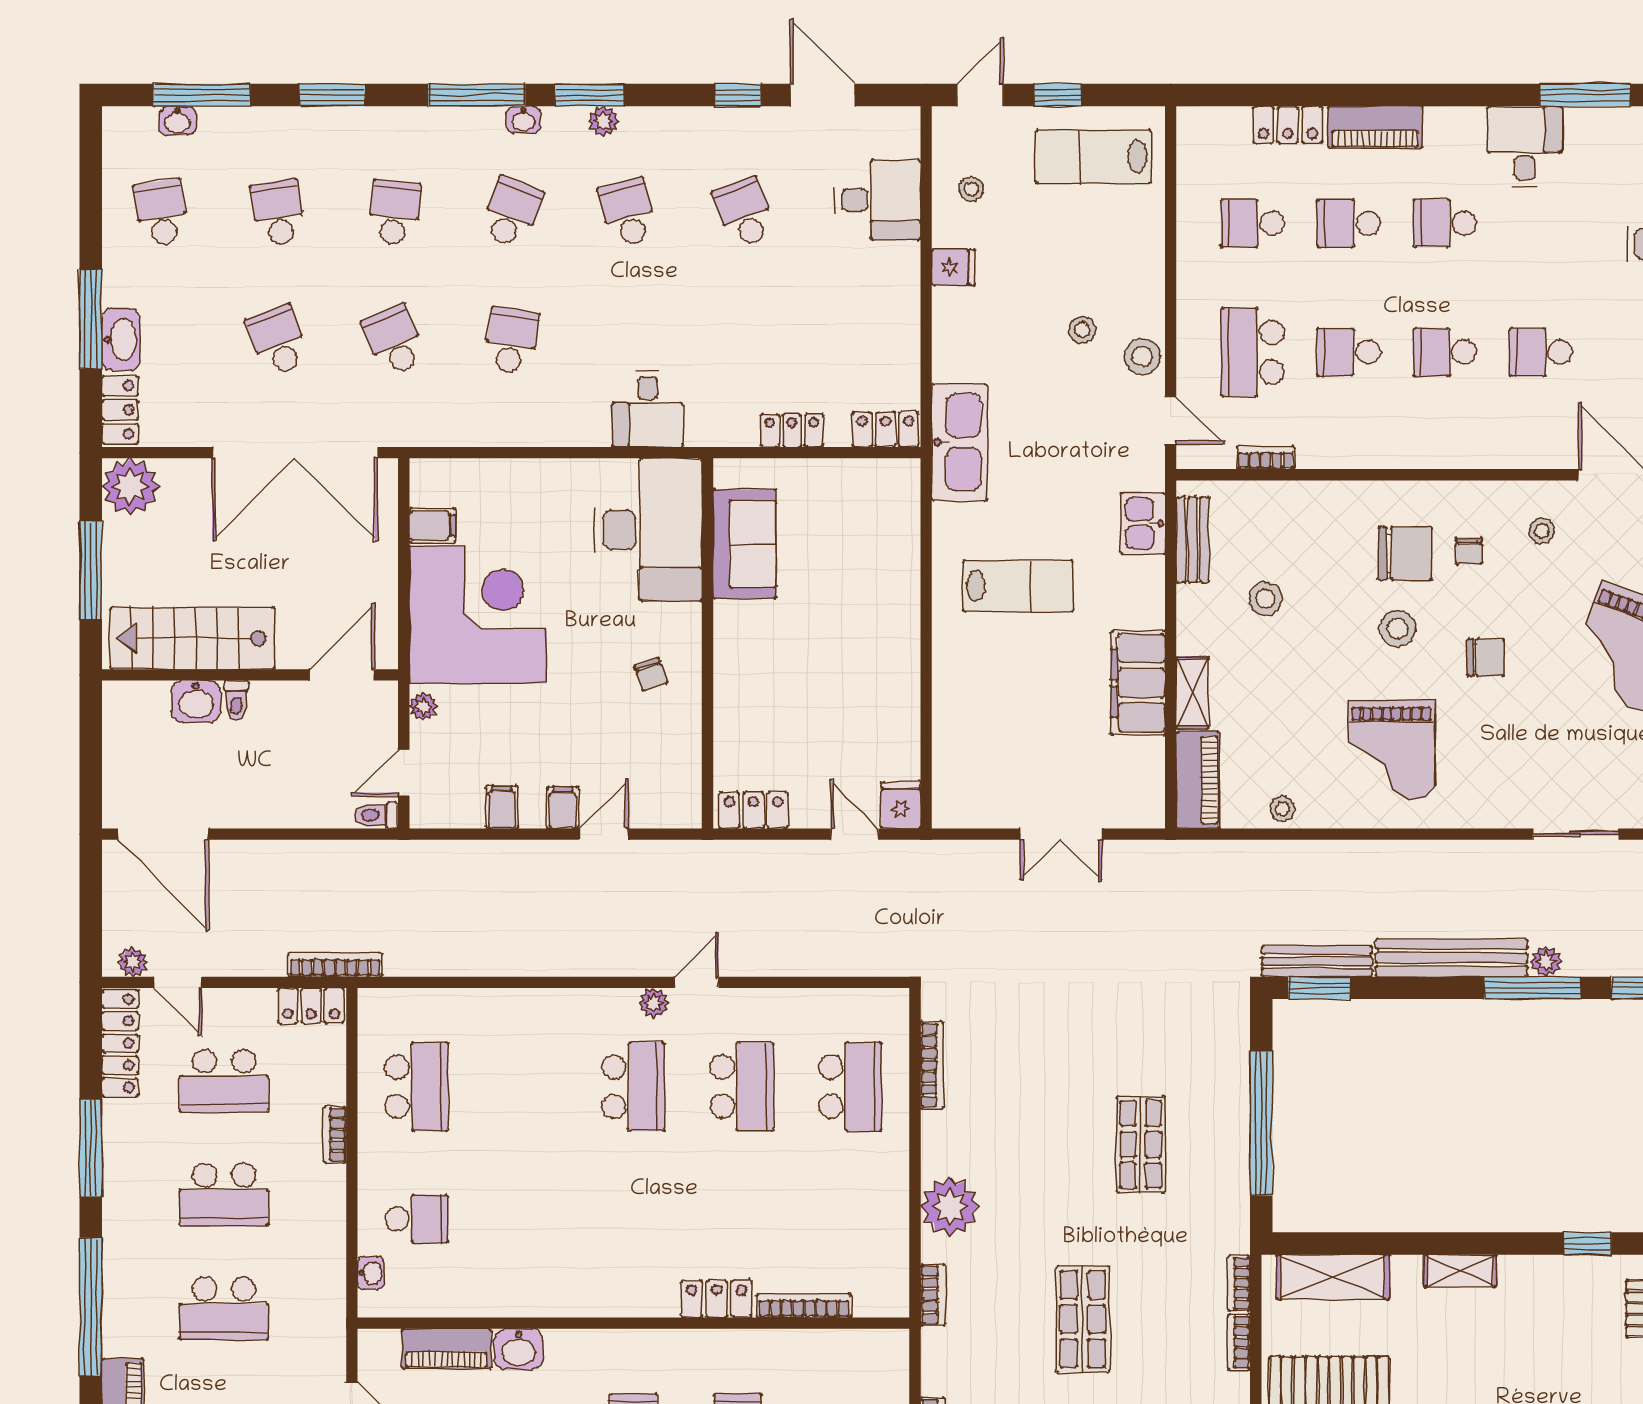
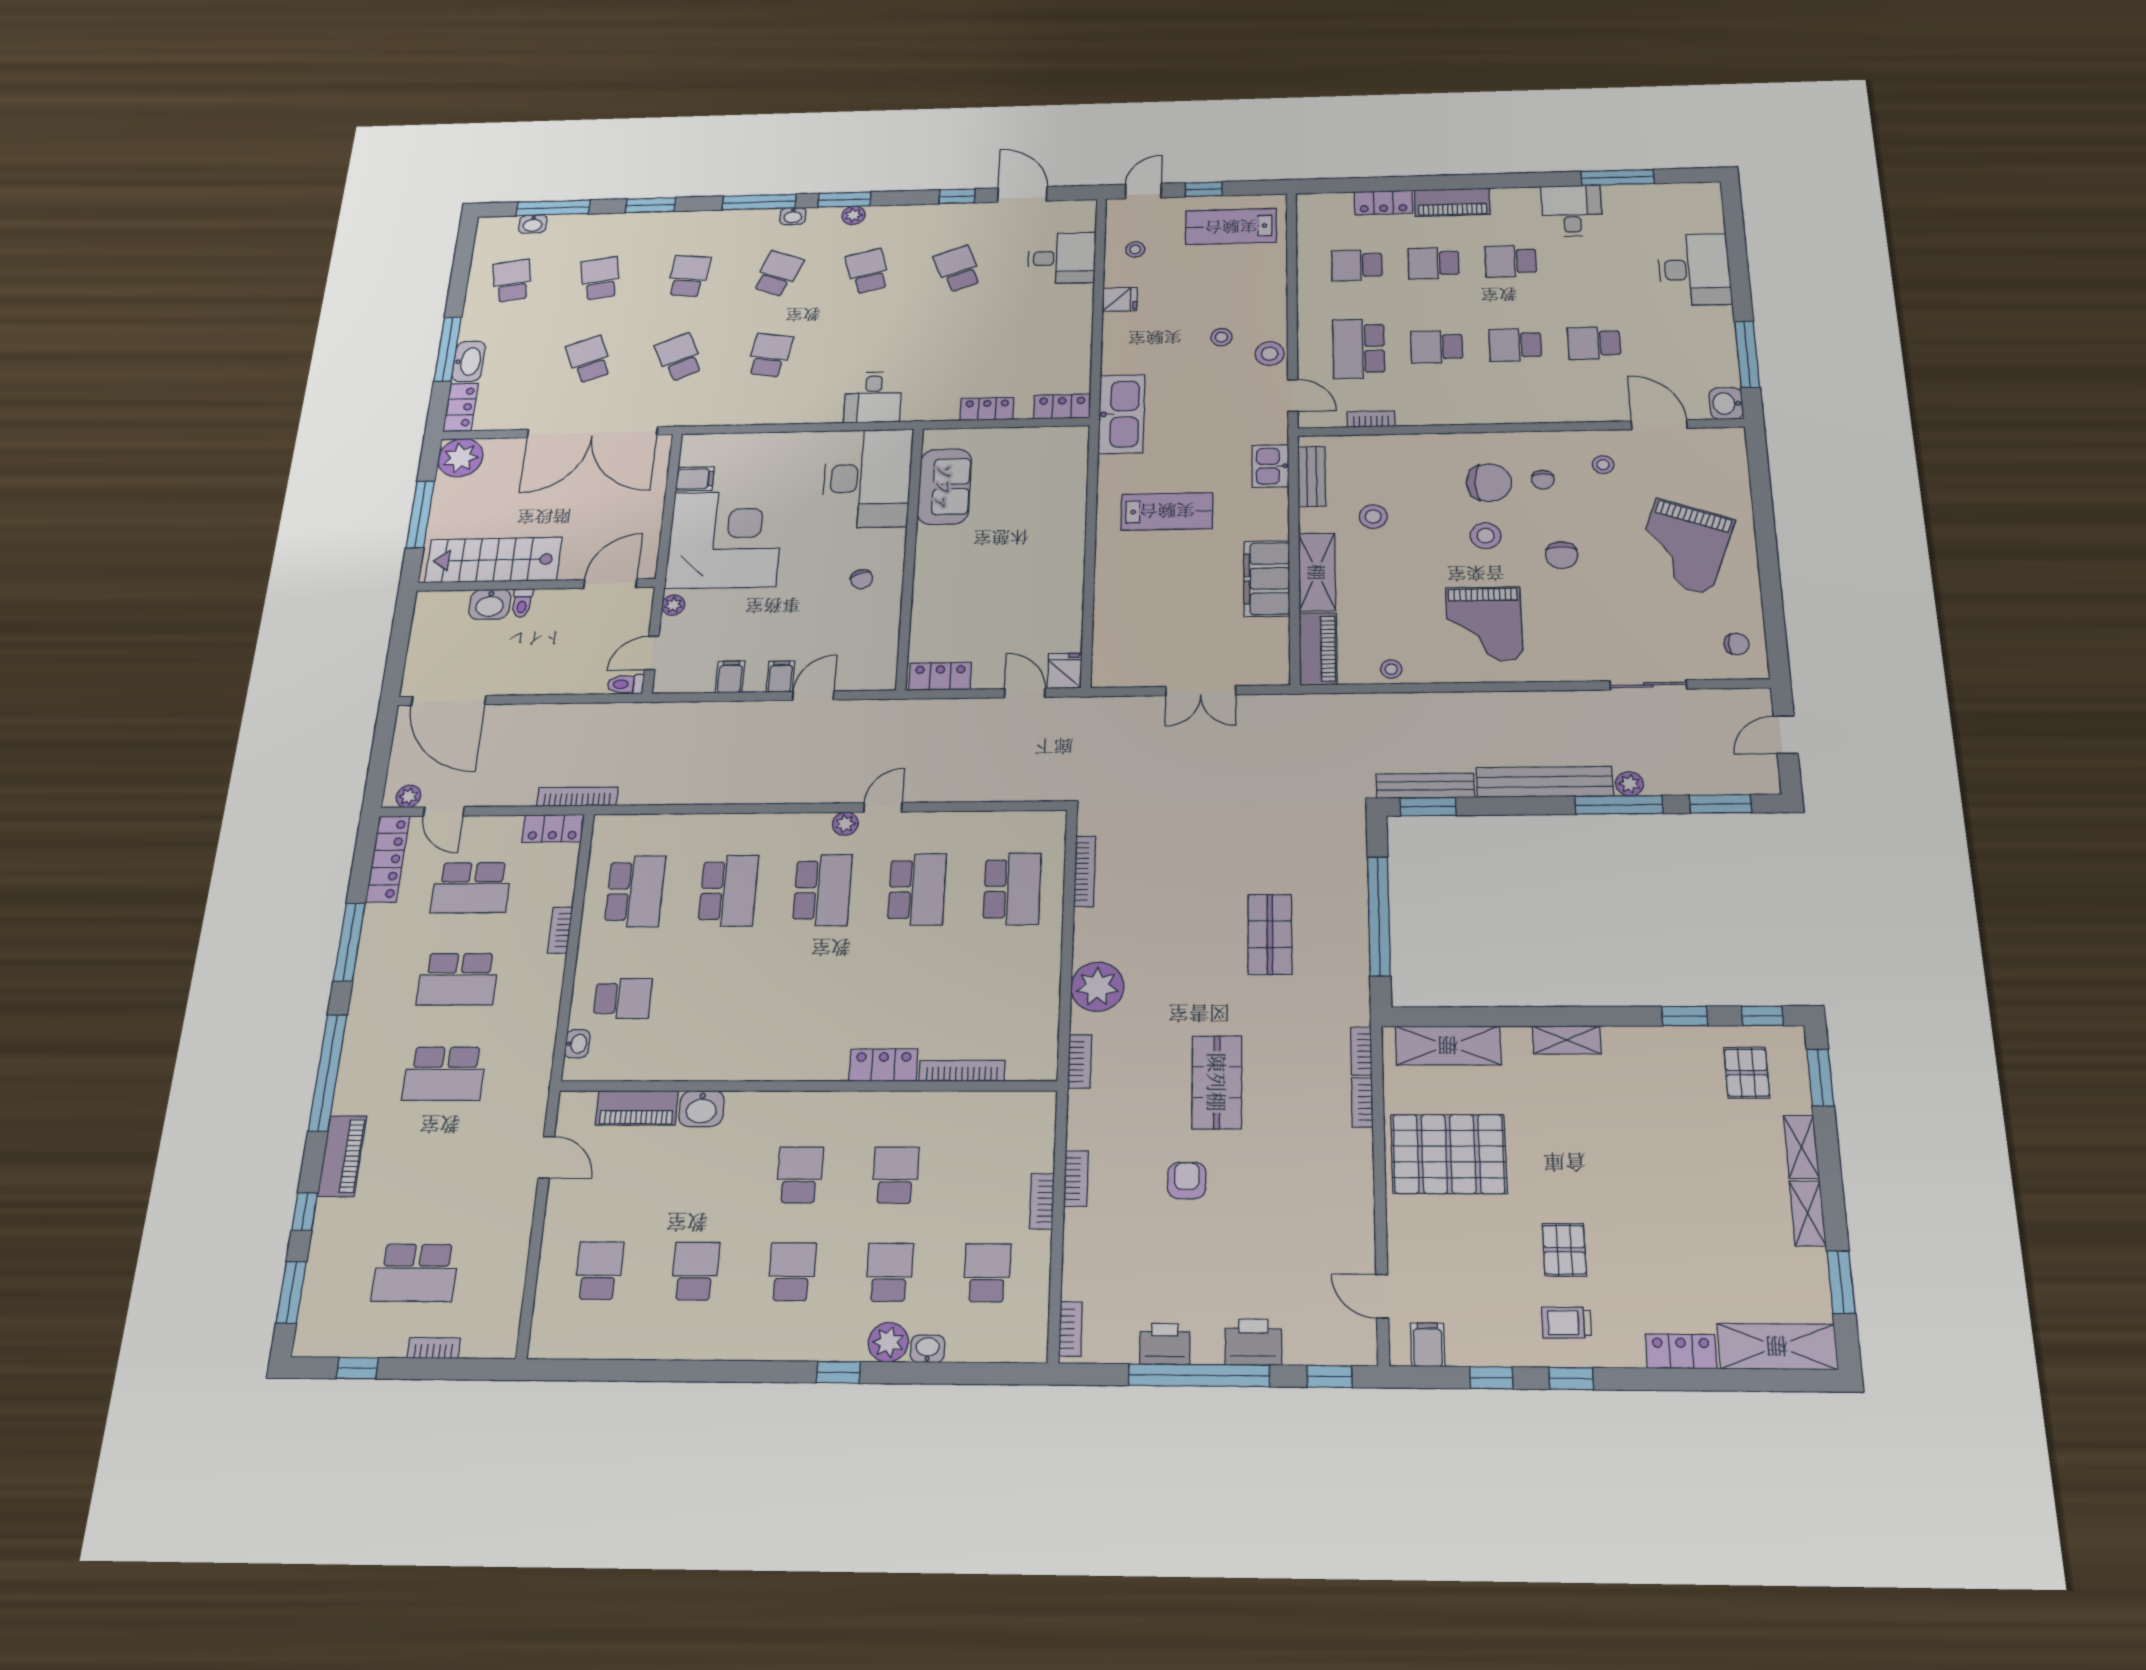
chair: (1486, 657) -> (1562, 555), turned 90
shelving: (1192, 693) -> (1317, 572), width x1.50, depth x1.33
school desk: (525, 1087) -> (728, 891), added

